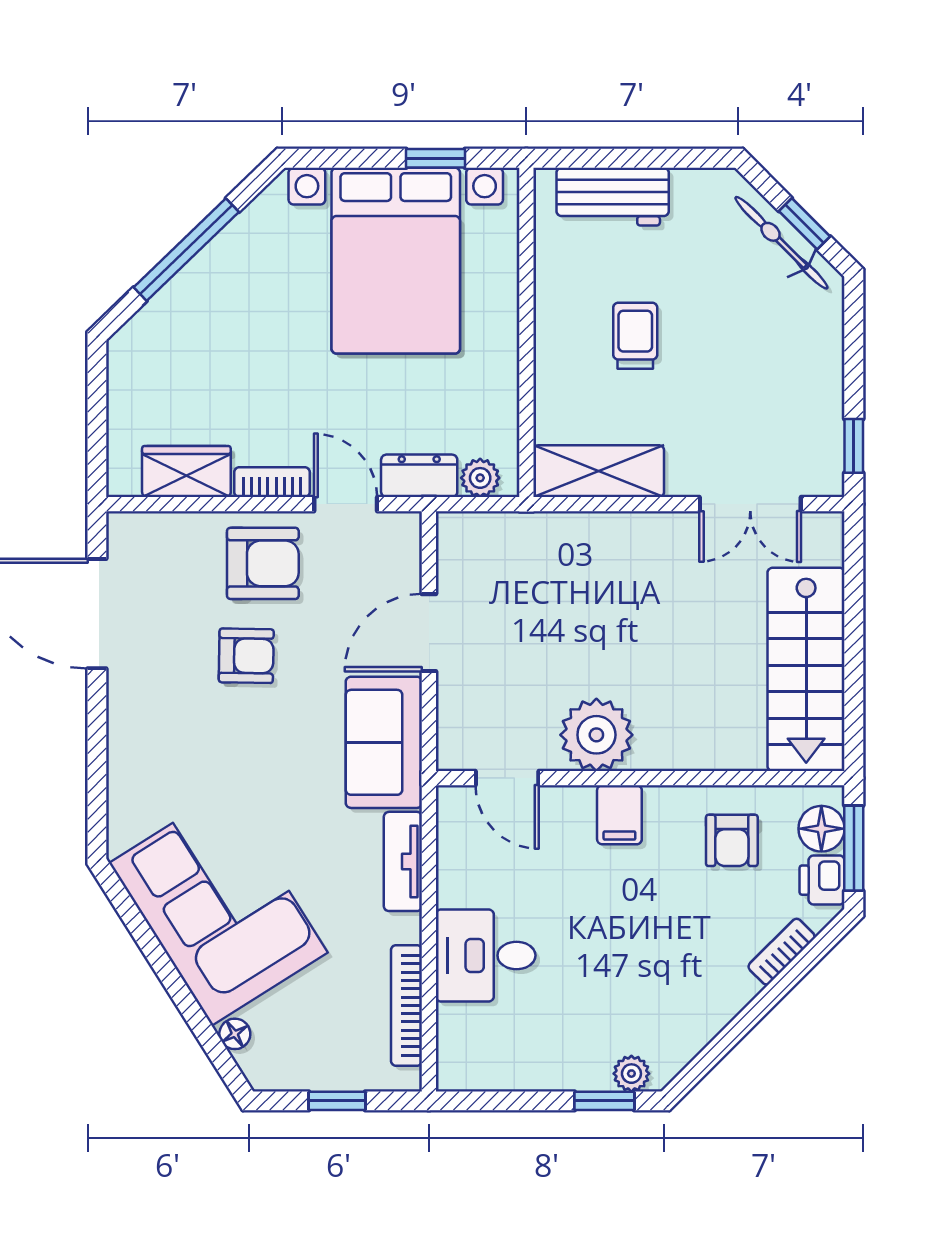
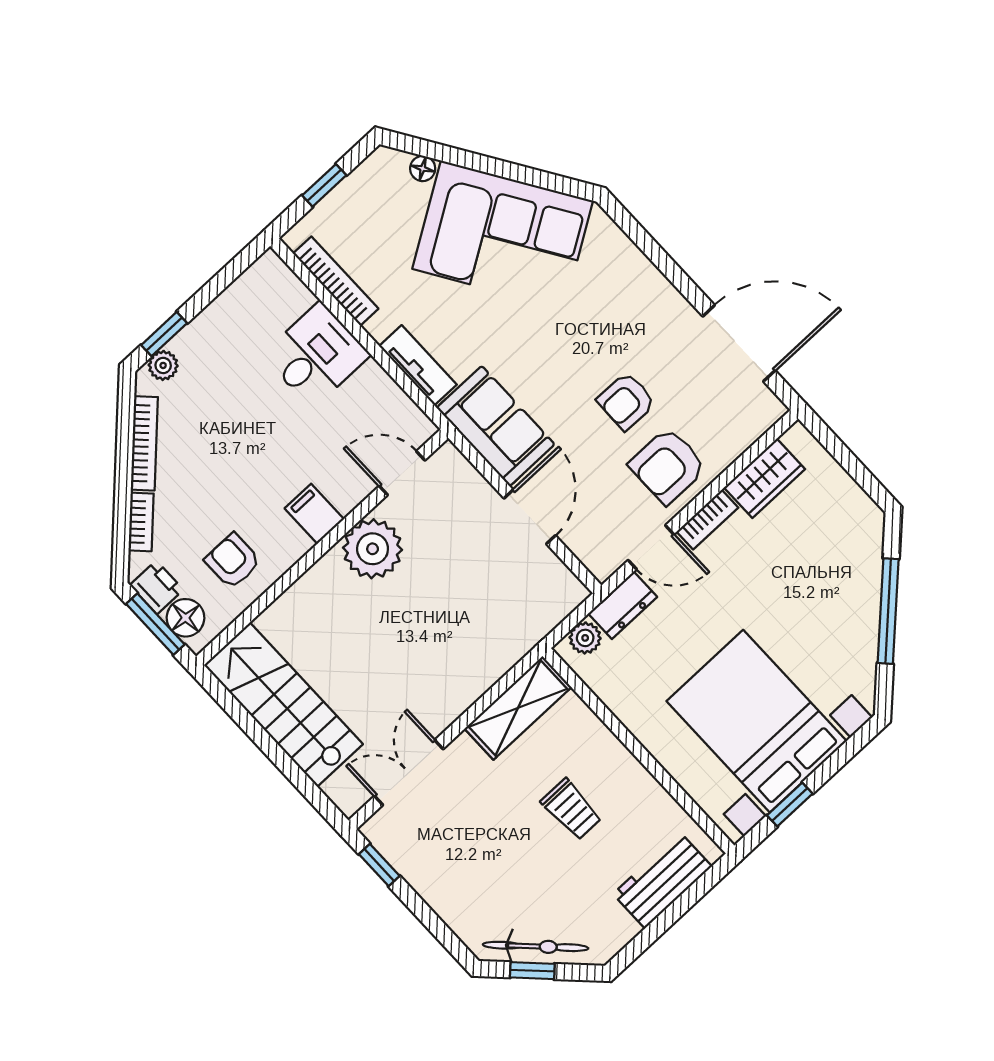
bookcase: (713, 1019) -> (144, 443), added

